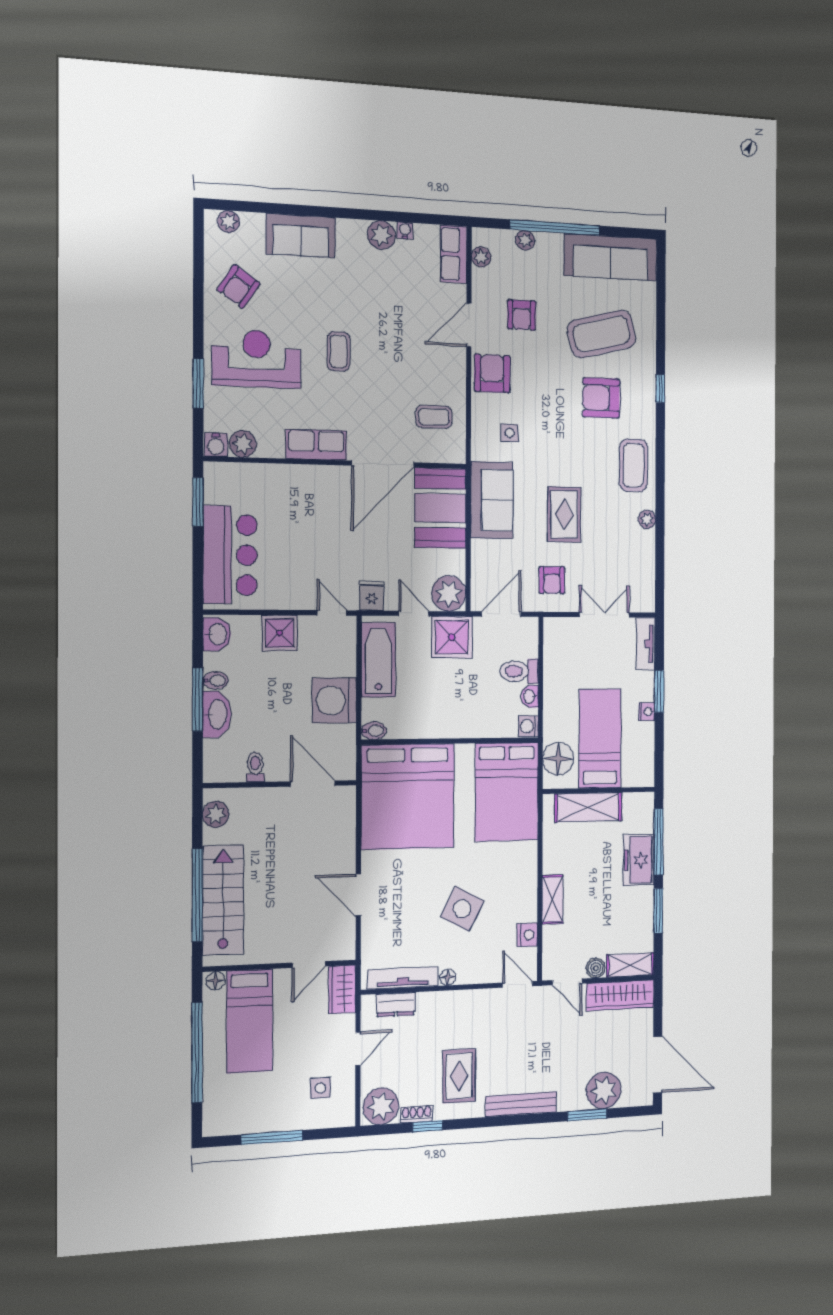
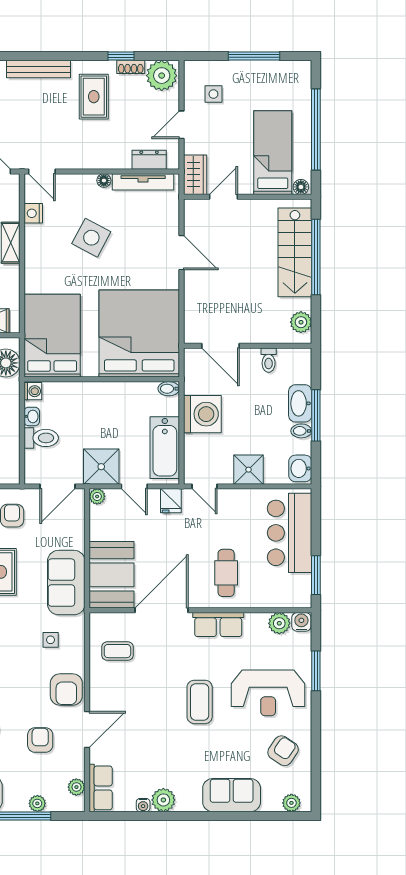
coffee table: (338, 351) -> (200, 702), width x1.36, depth x1.30
cafe table: (307, 507) -> (226, 573), added
plant: (449, 593) -> (97, 496), width x0.53, depth x0.53

